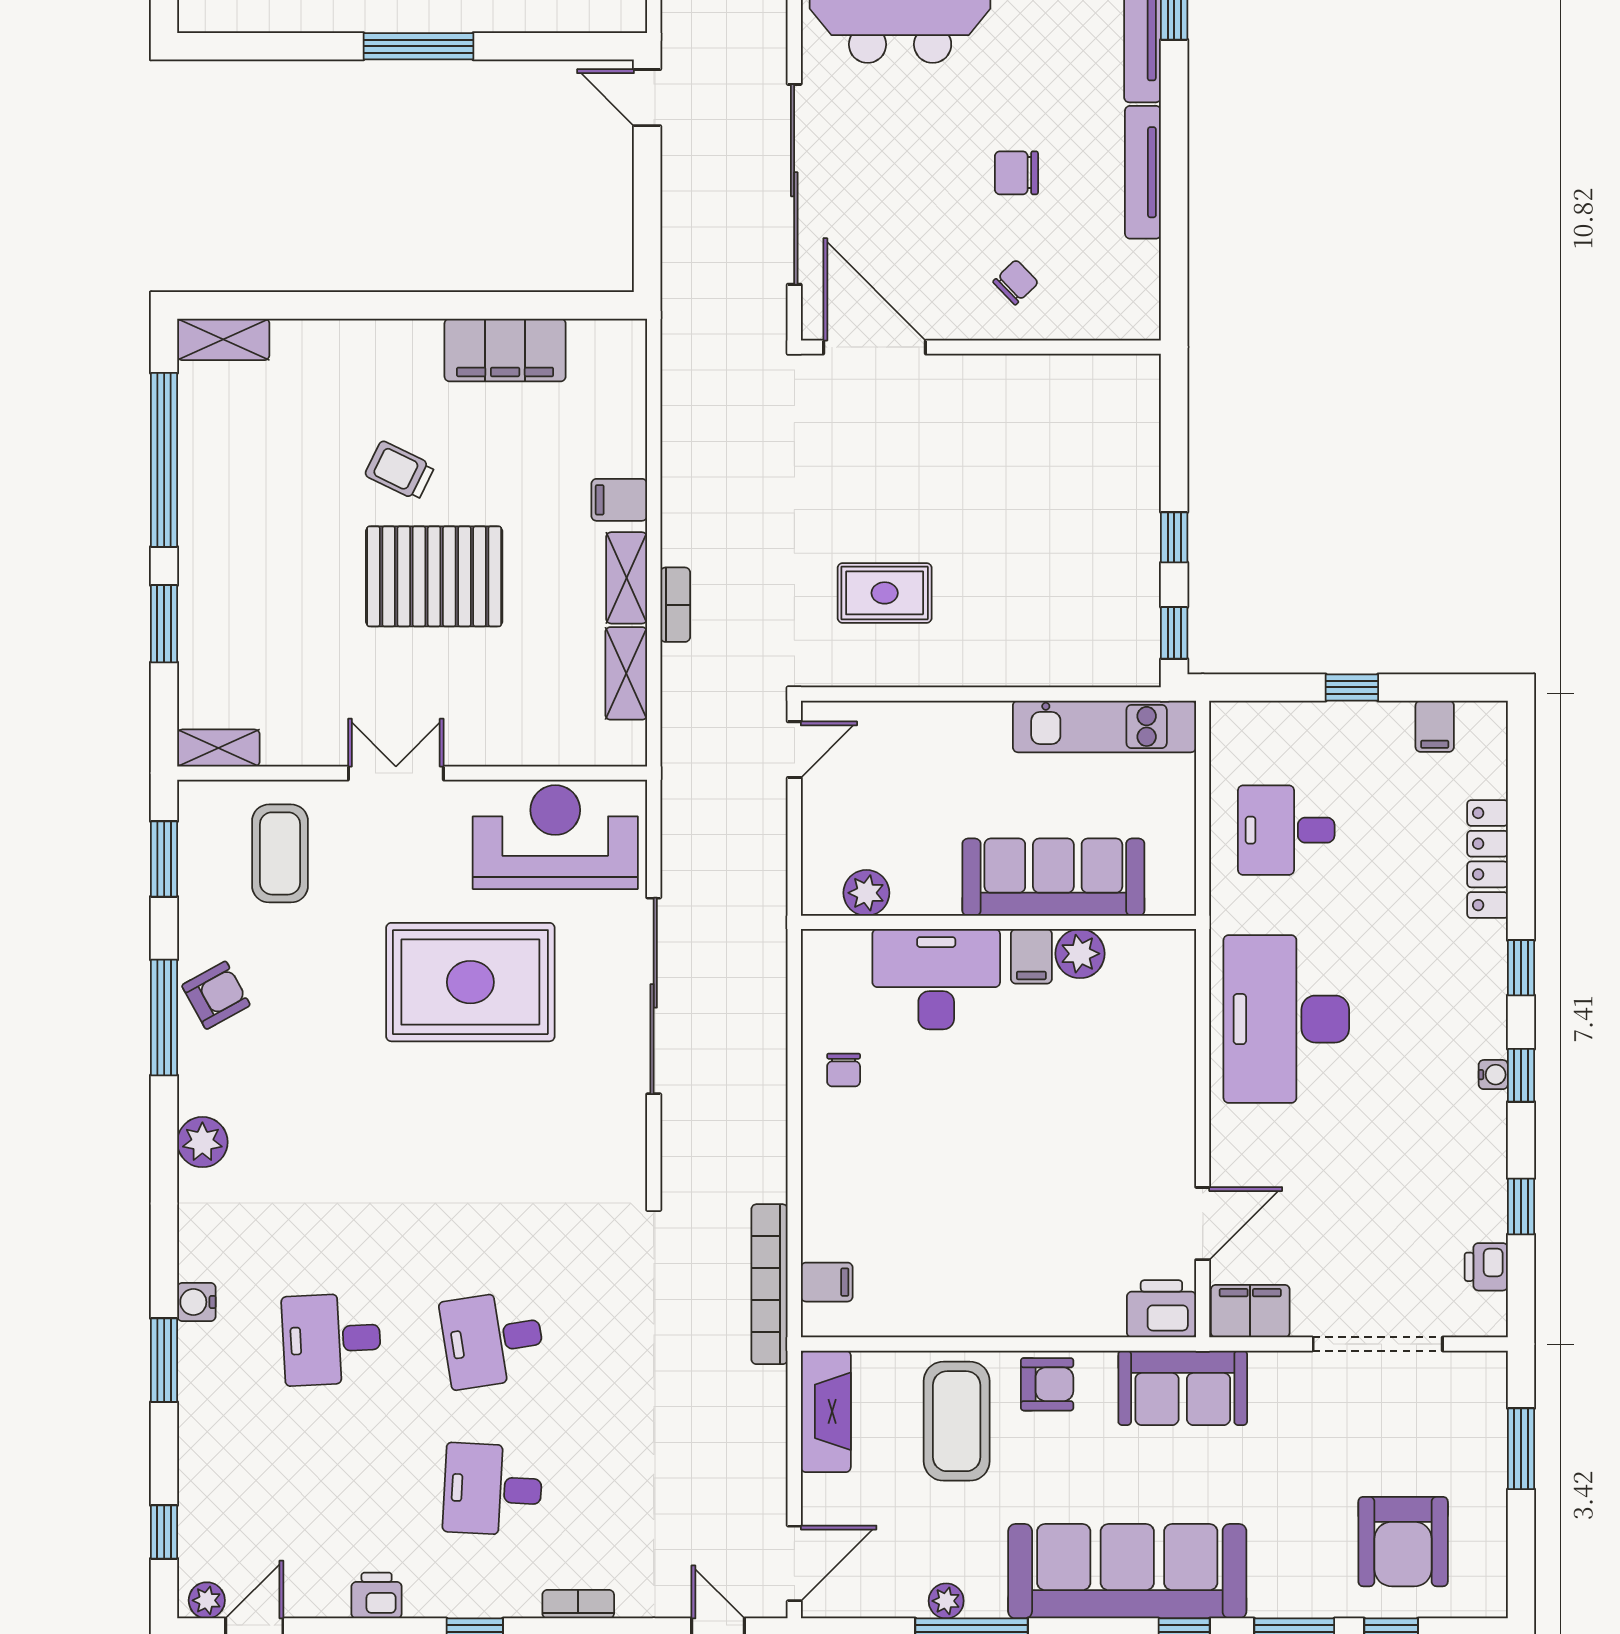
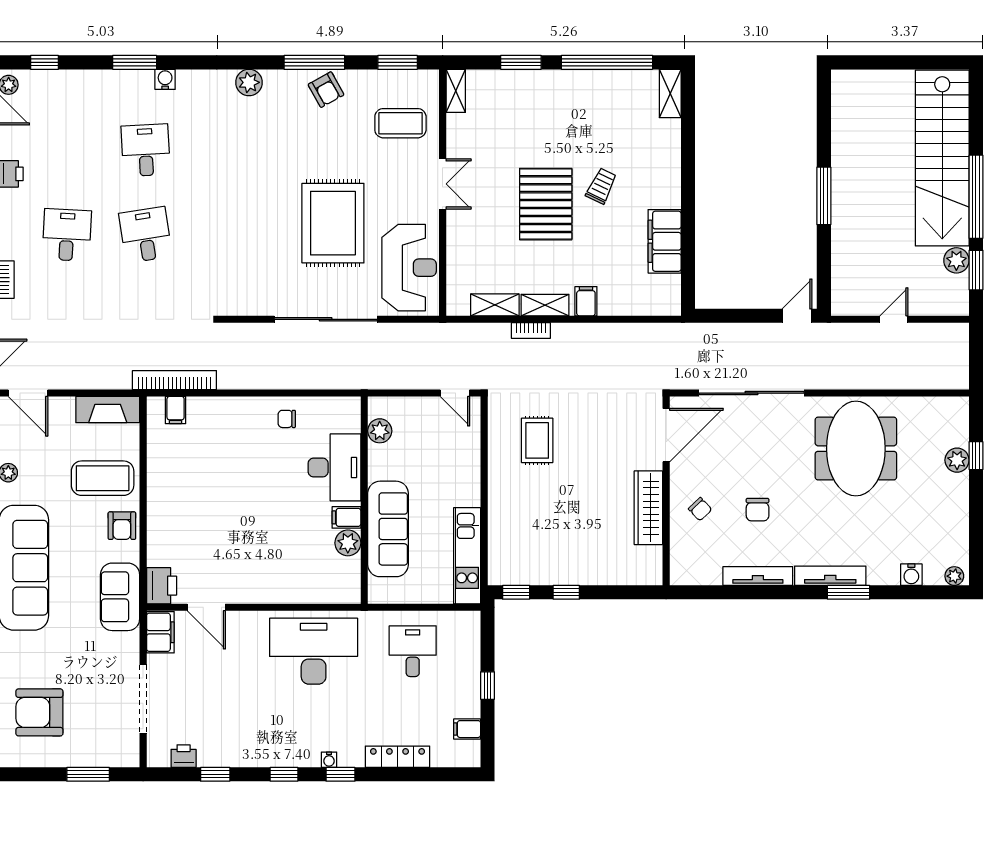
chair: (1016, 173) -> (758, 510), turned 180
wardrobe: (1013, 381) -> (648, 508), added
water cooler: (1493, 1075) -> (329, 760), moved

